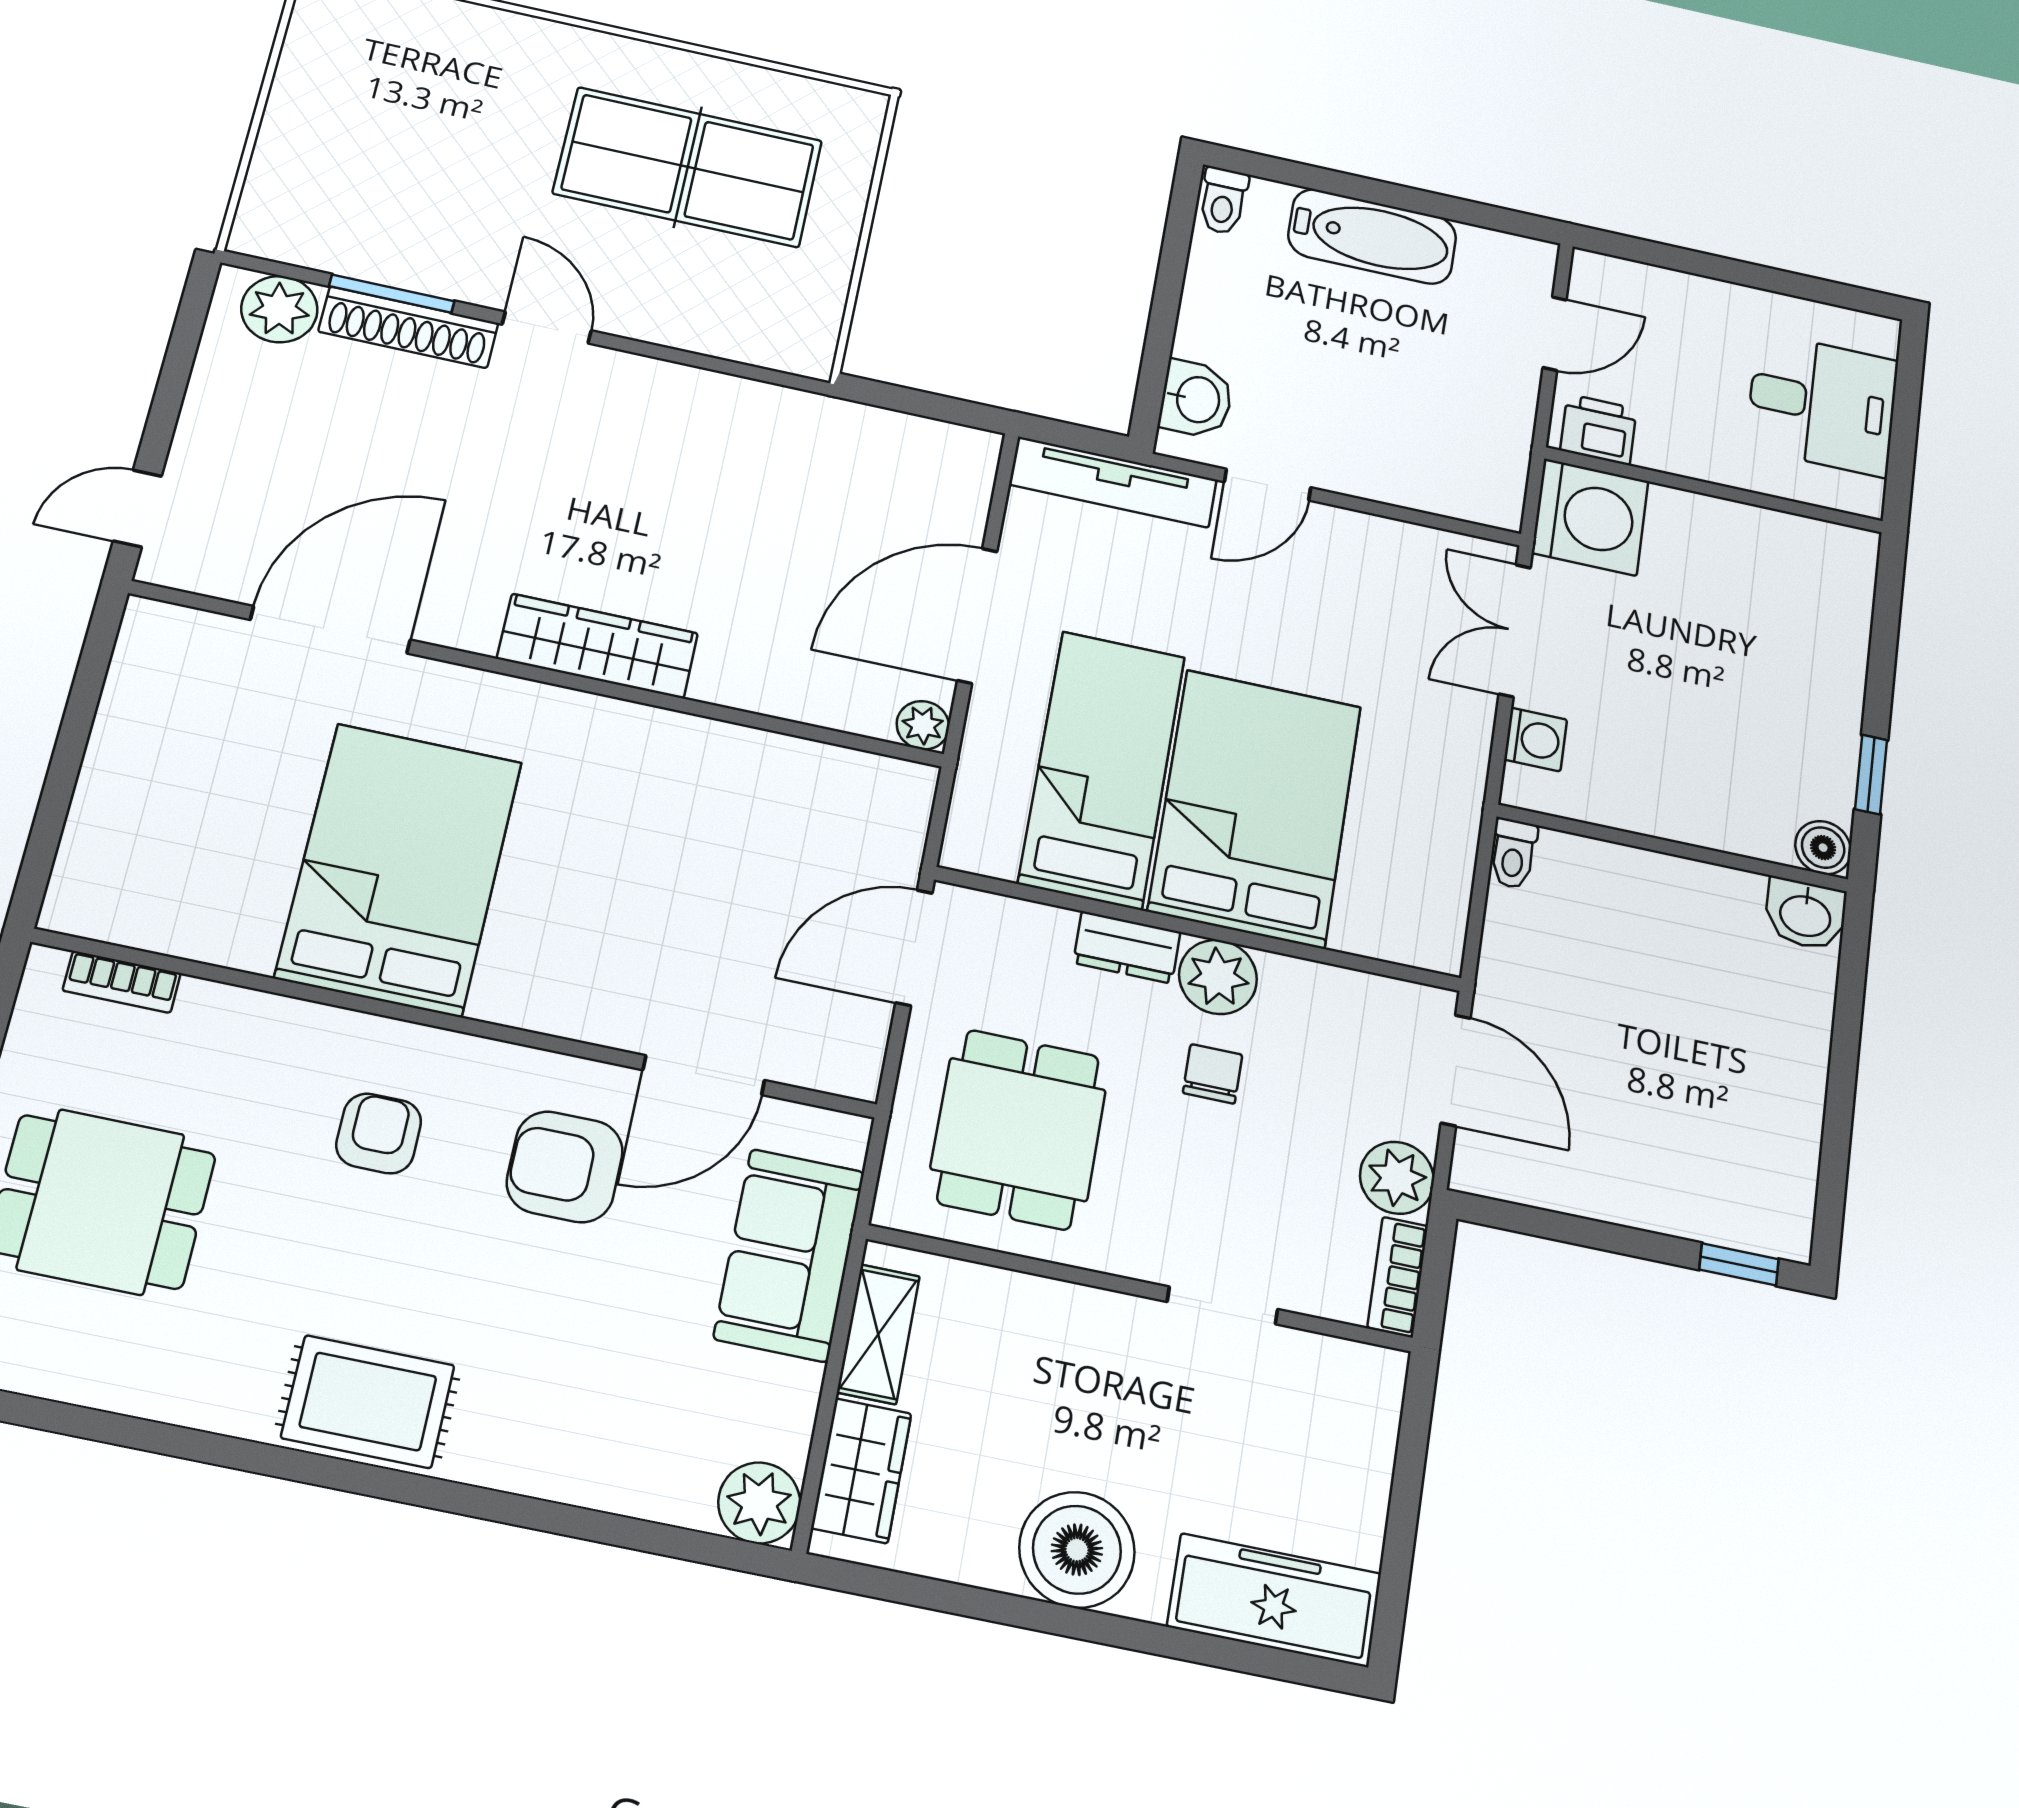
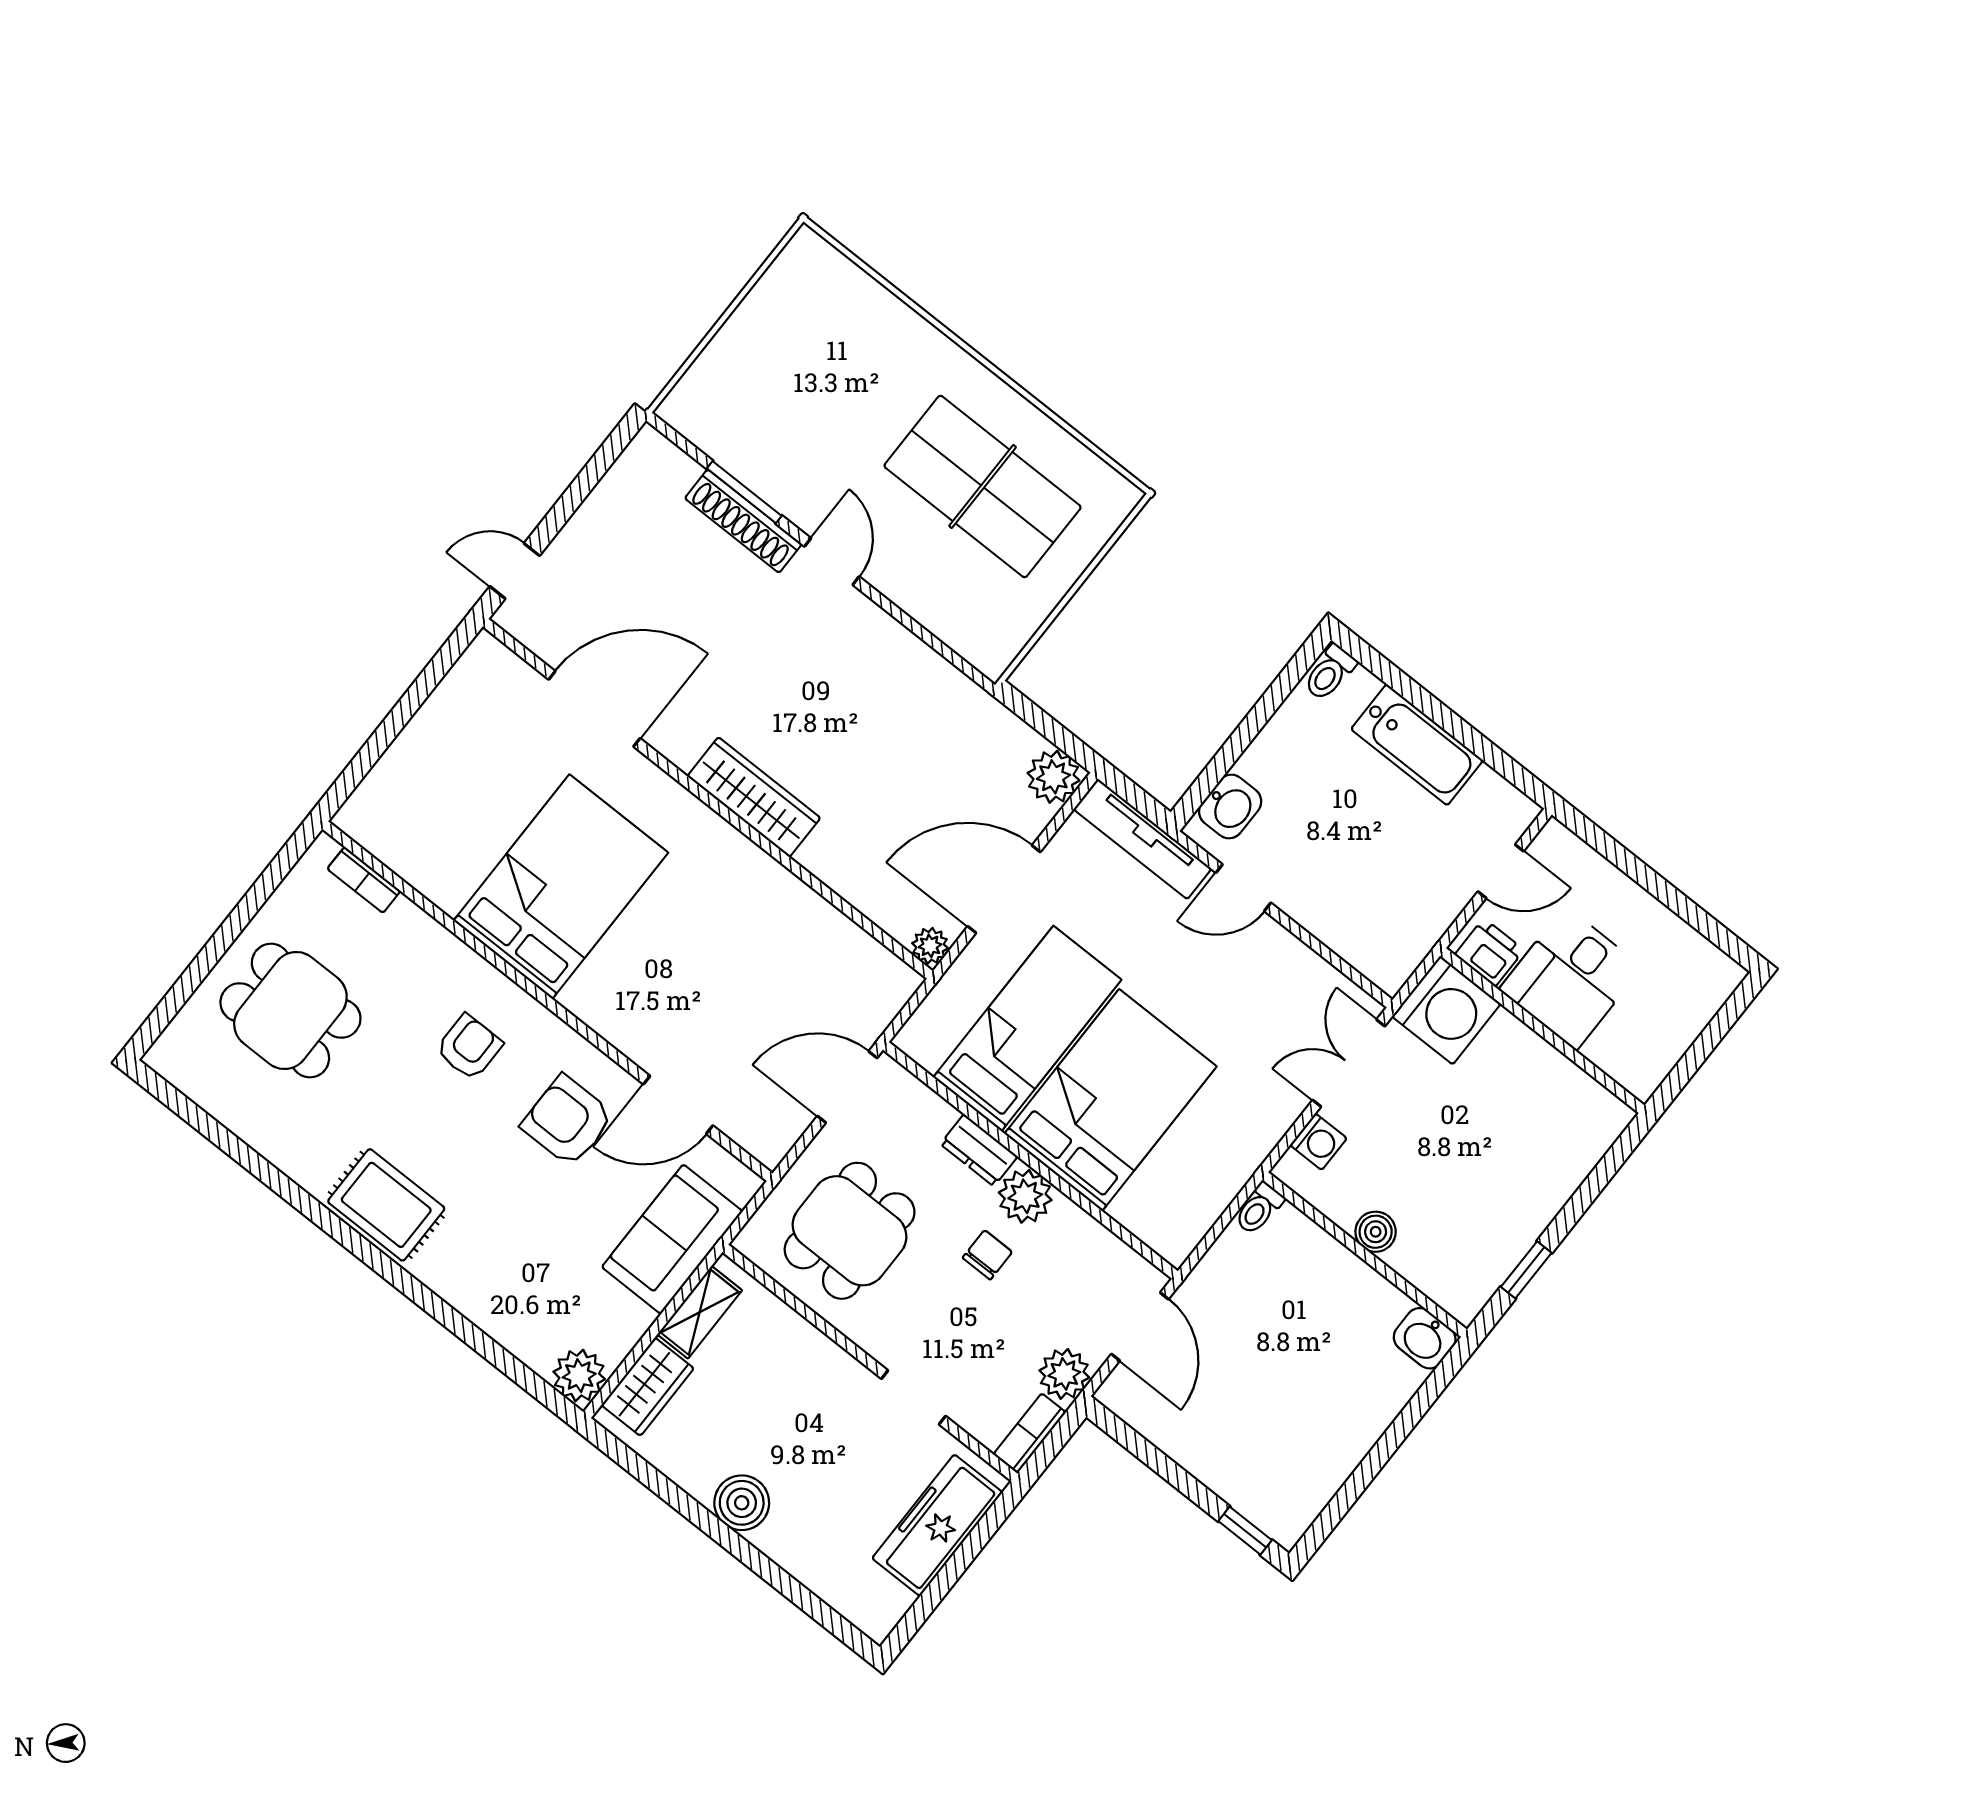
plant: (279, 309) -> (1053, 777), moved
desk: (1822, 404) -> (1571, 978), moved, turned 90
boiler: (1823, 848) -> (1376, 1232), moved
boiler: (1077, 1550) -> (742, 1503), width x0.73, depth x0.73
freezer: (1274, 1600) -> (937, 1525), moved, turned -90

